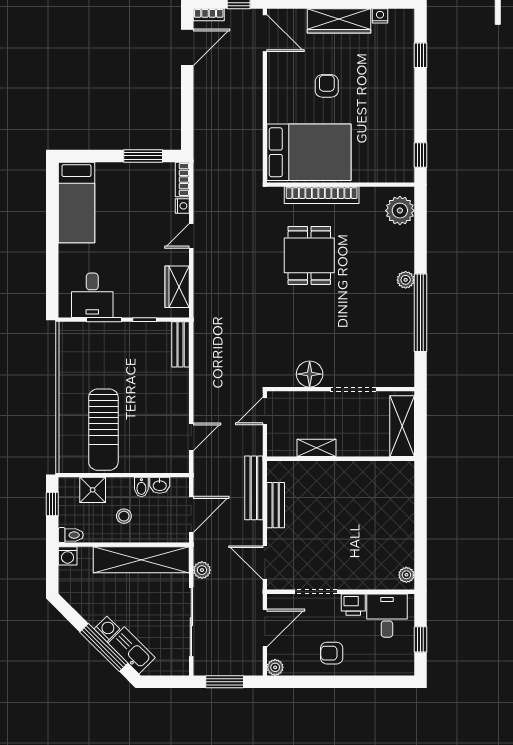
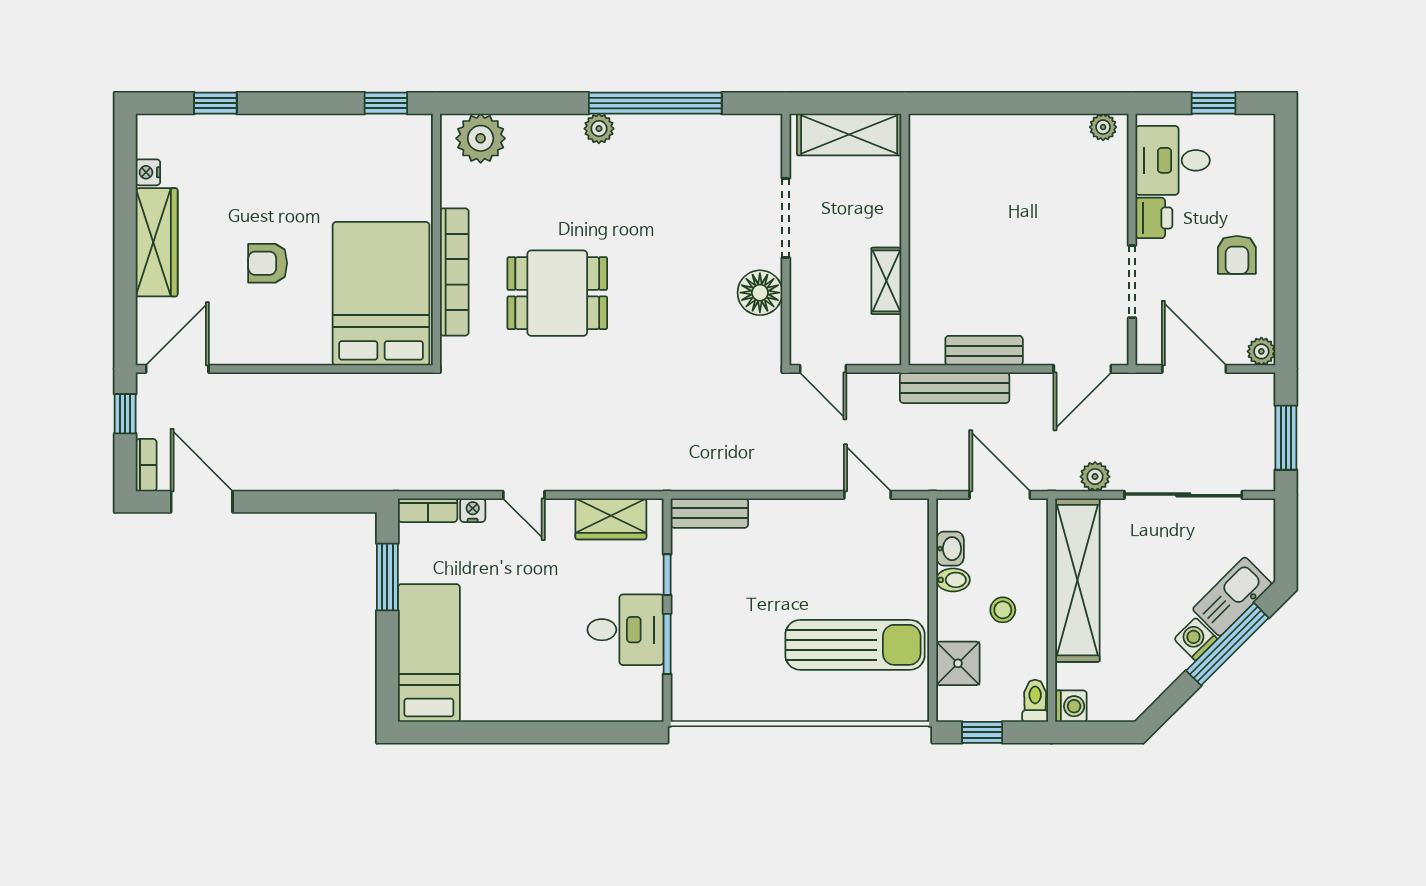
bed: (76, 202) -> (429, 653), moved, turned -90
desk: (92, 295) -> (625, 630), moved

